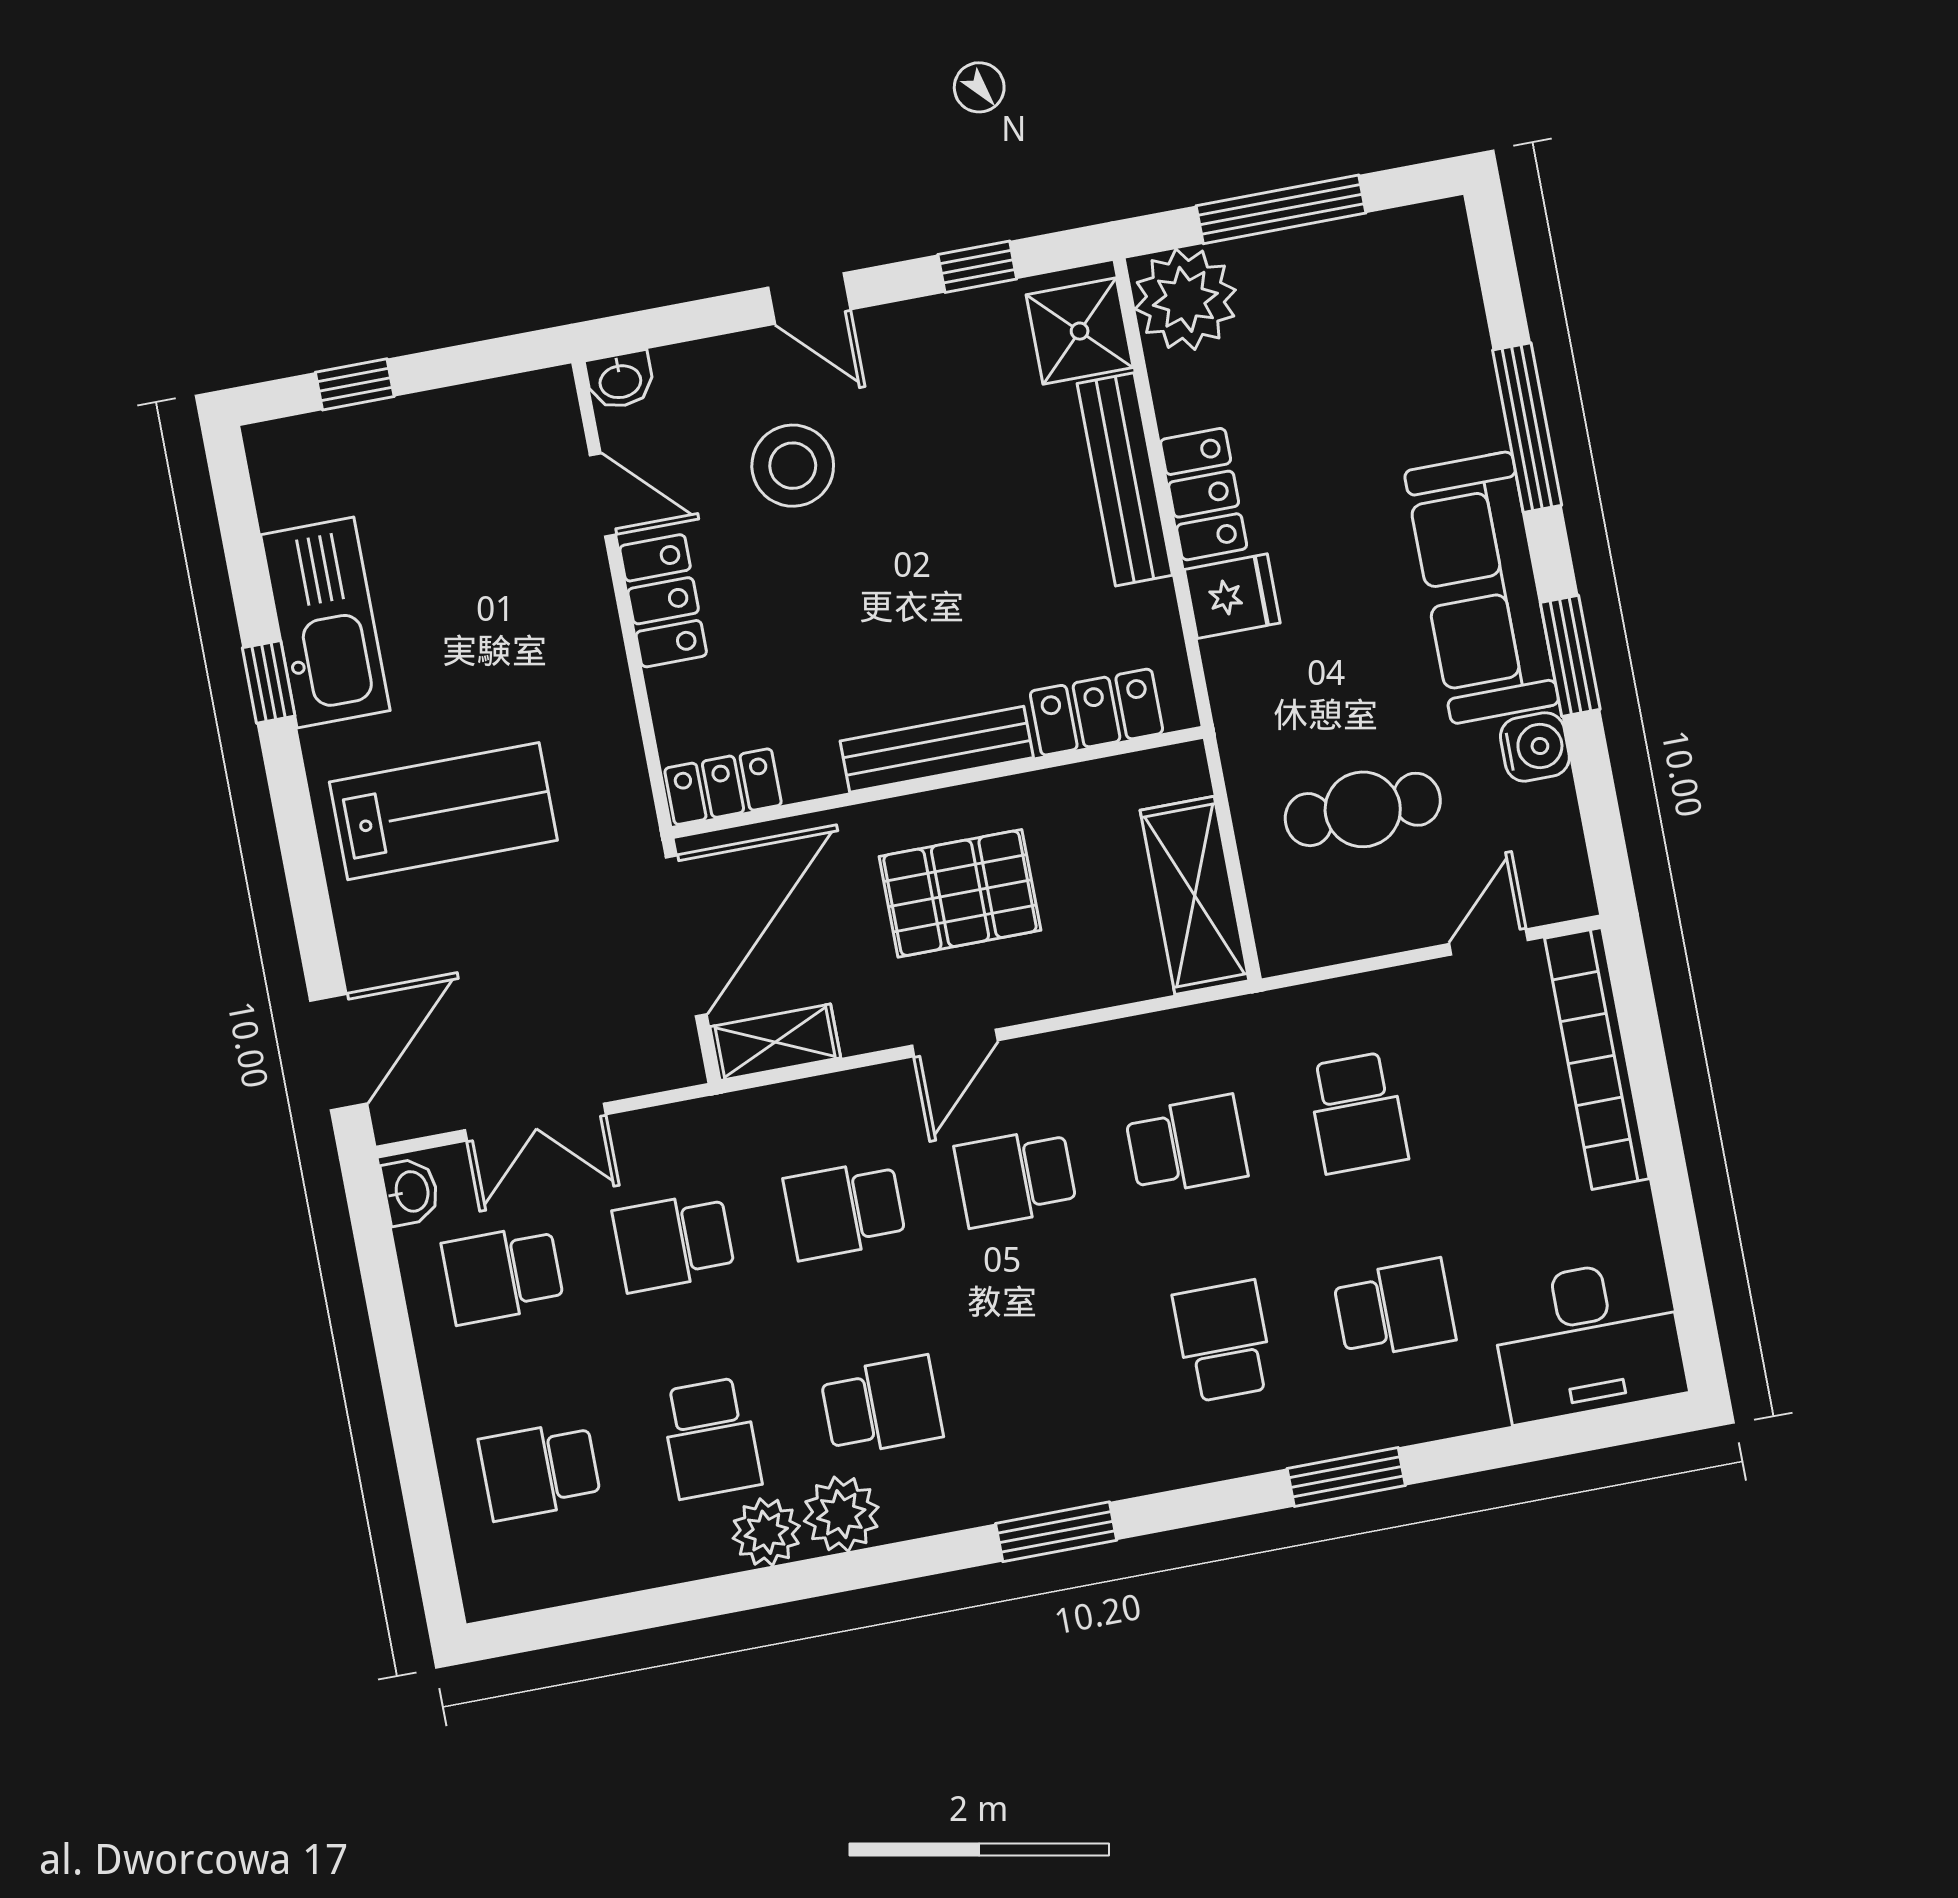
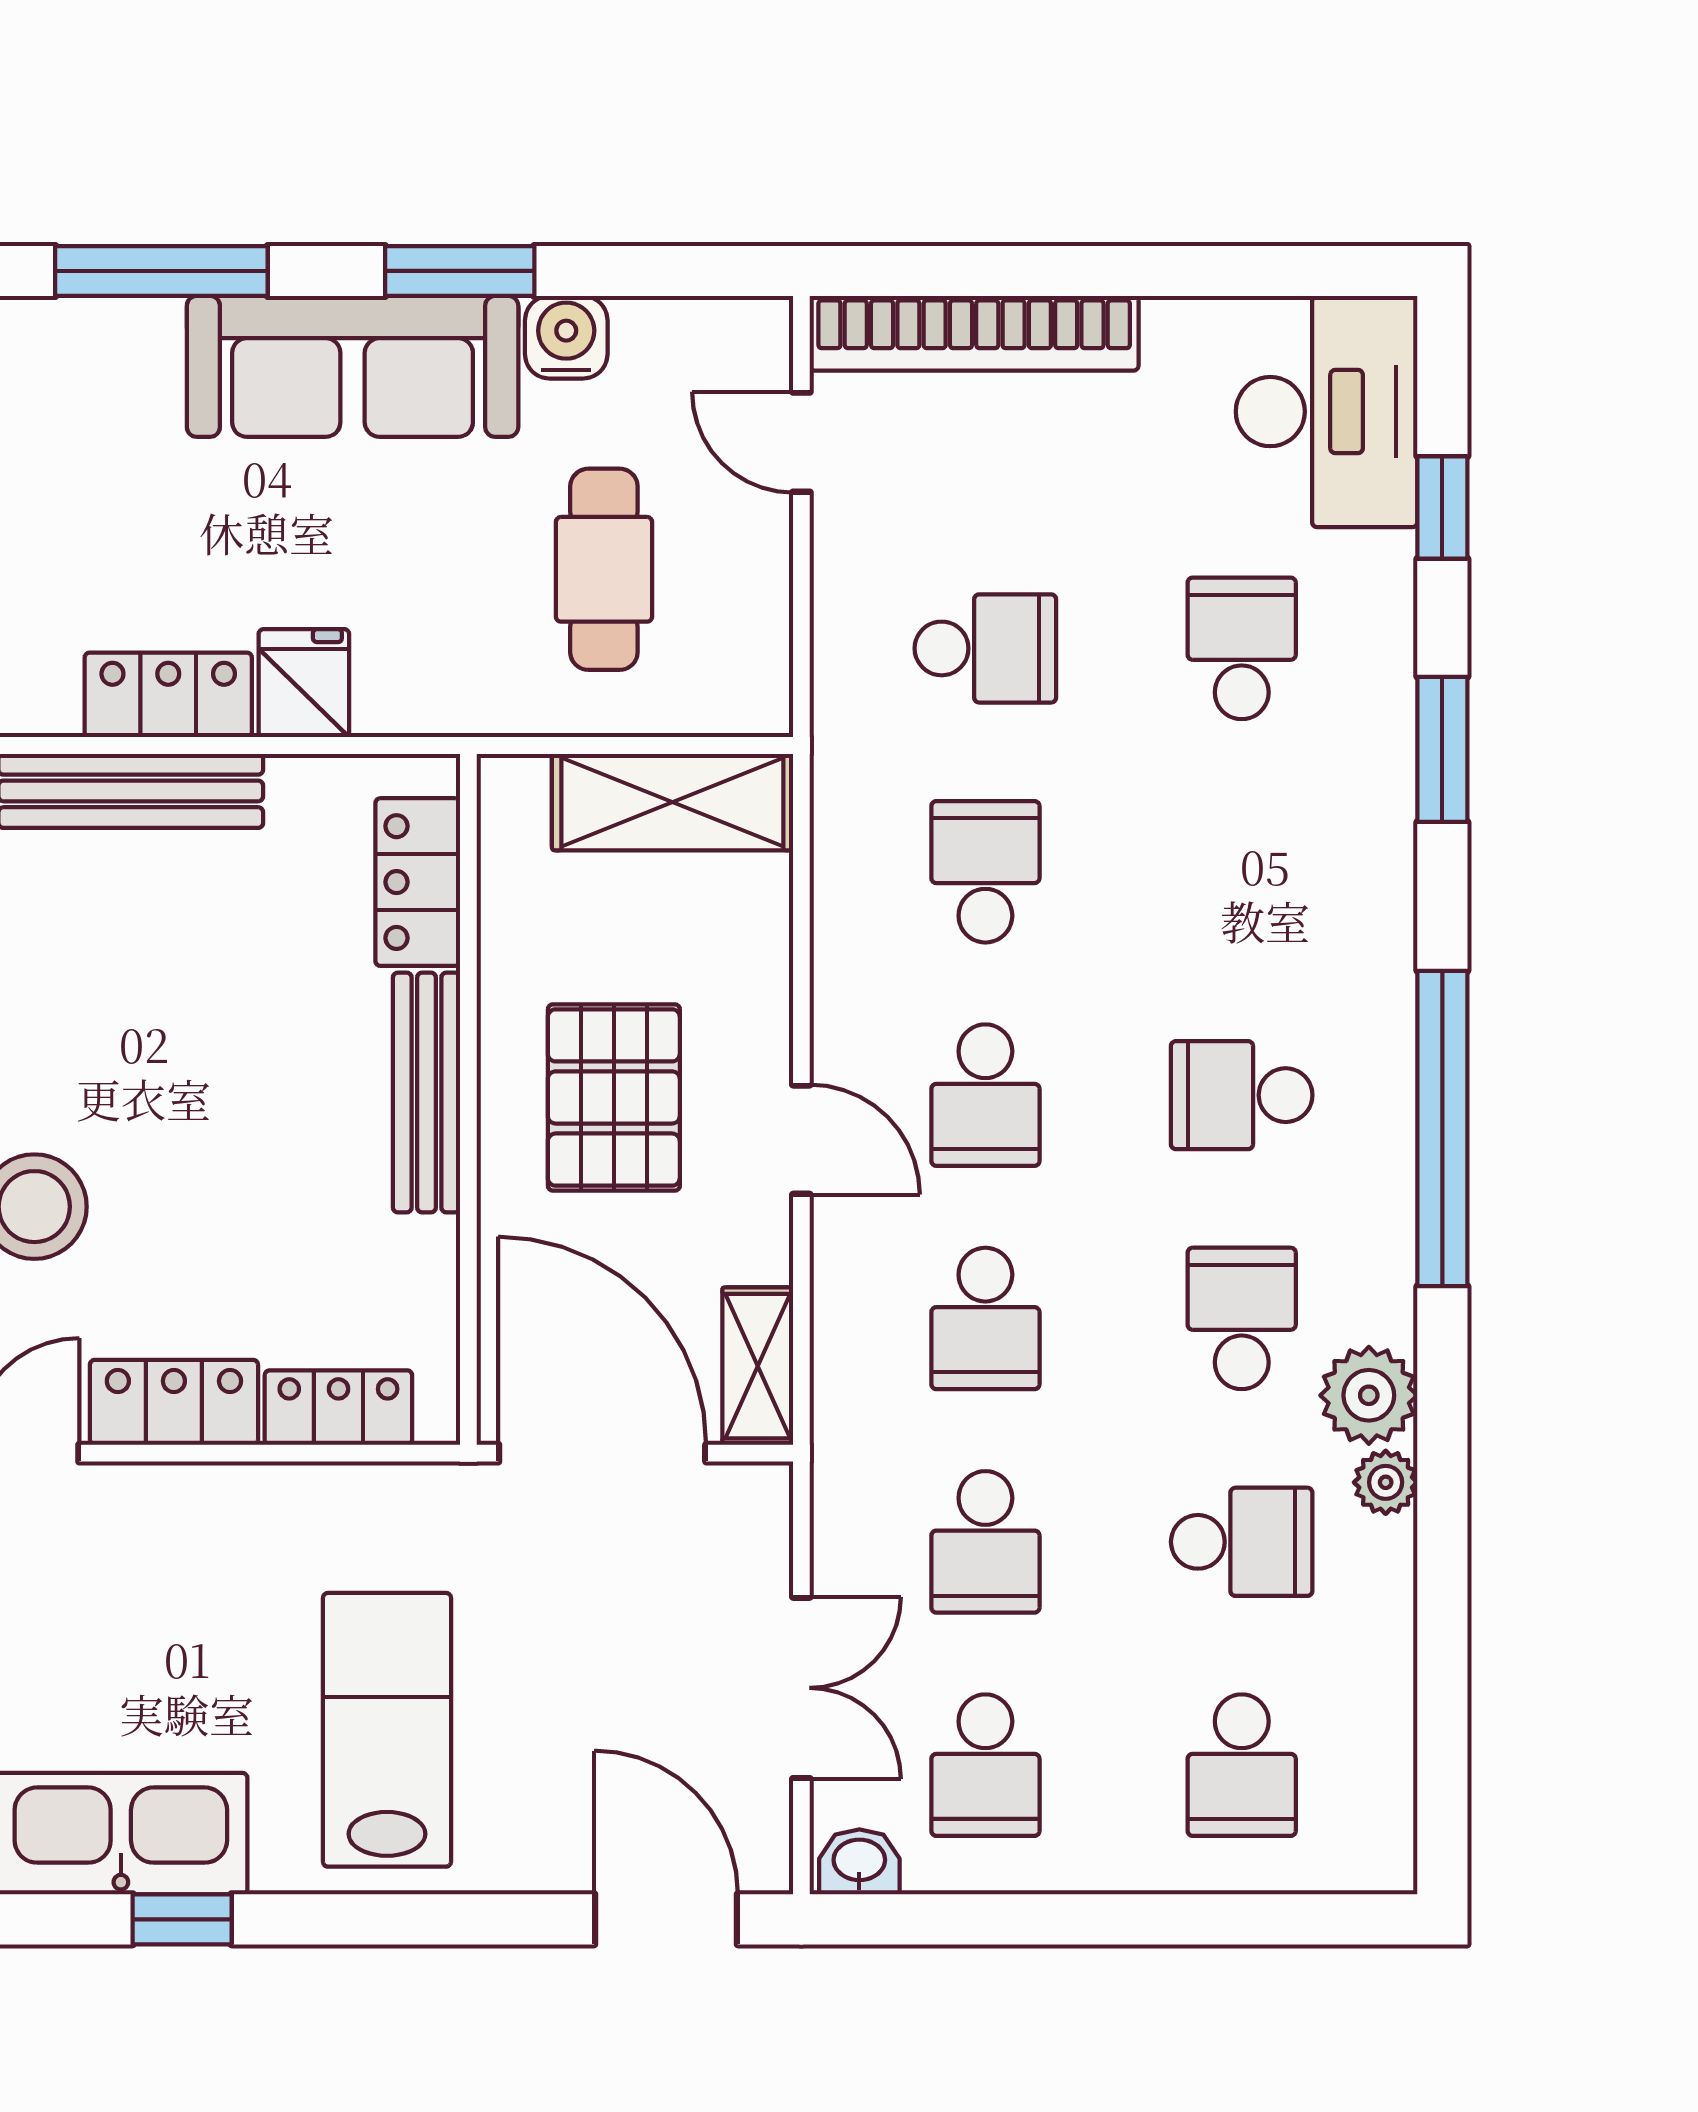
locker: (723, 787) -> (338, 1408), moved, turned 90
school desk: (1223, 1341) -> (1242, 1095), moved
window: (1531, 1442) -> (1442, 507), added
plant: (766, 1532) -> (1386, 1482), width x0.73, depth x0.73
window: (1056, 1532) -> (1442, 1129), width x2.11

